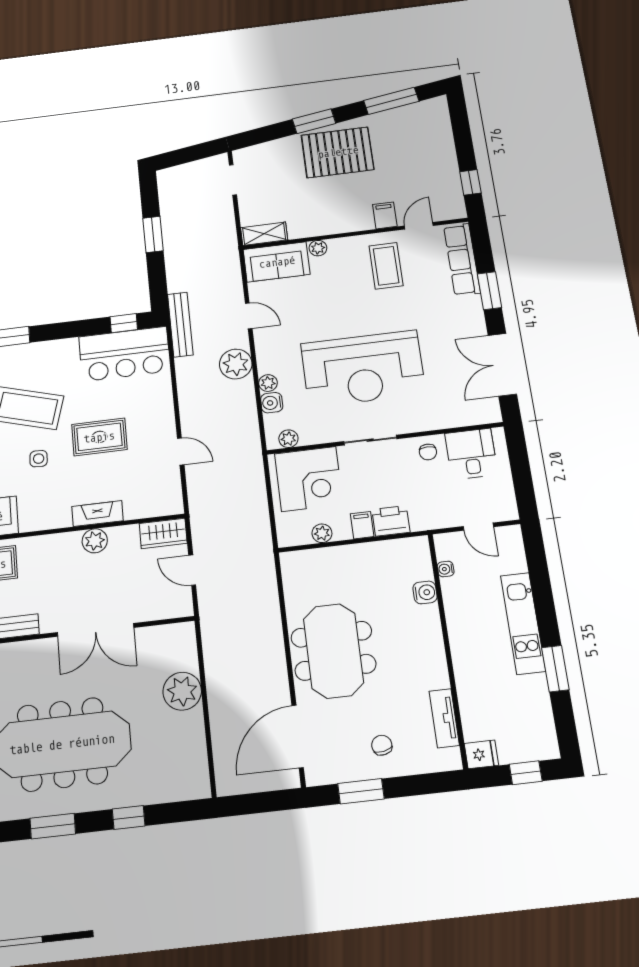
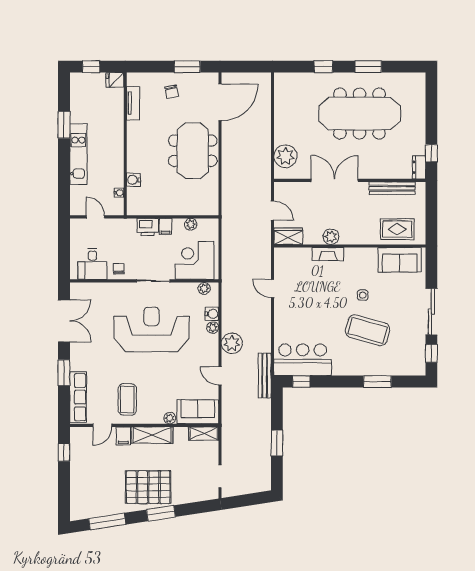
shelving: (341, 222) -> (152, 435), added
rug: (99, 437) -> (323, 305), removed
plant: (182, 691) -> (285, 156), moved

